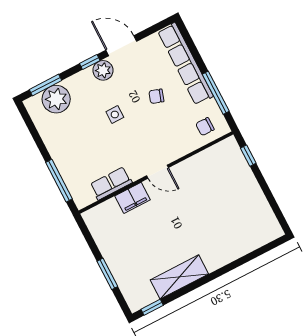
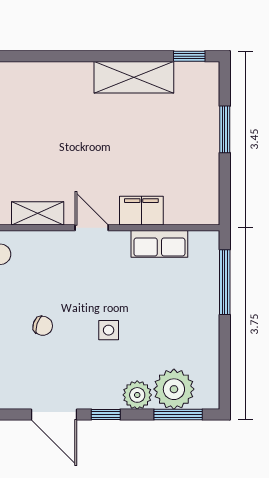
plant: (103, 70) -> (137, 395), moved
shelving: (195, 163) -> (38, 213), added

